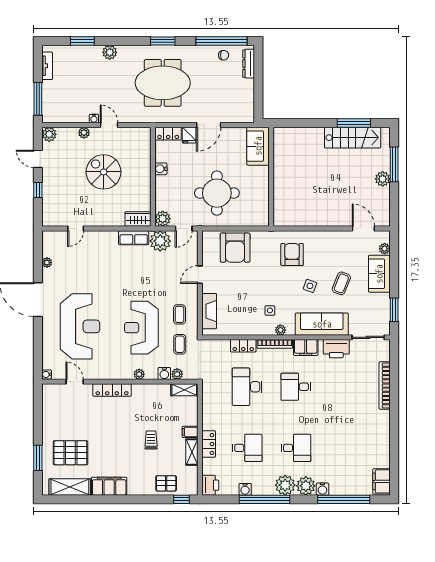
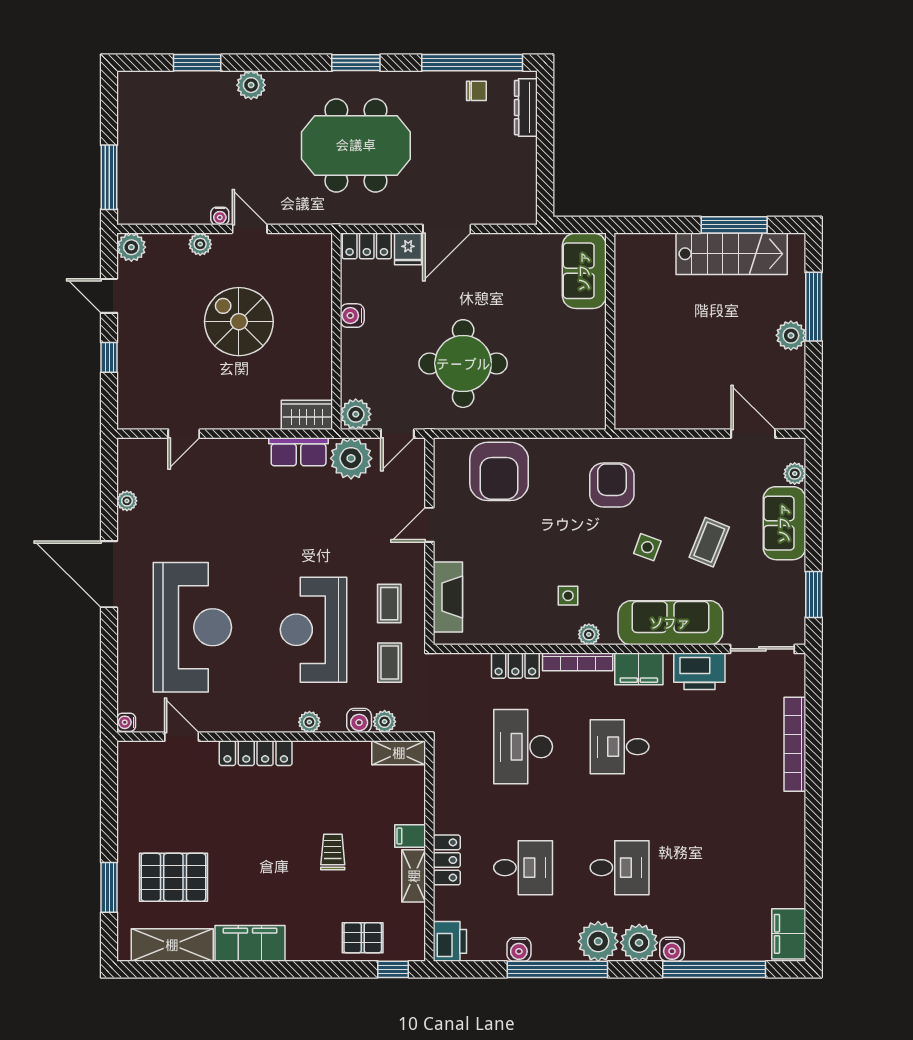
tv unit: (47, 66) -> (127, 112), removed
sofa: (258, 146) -> (584, 271), moved
wall: (271, 177) -> (610, 331), moved

